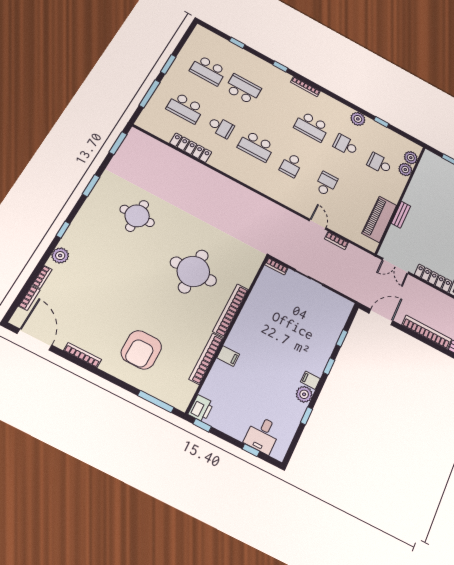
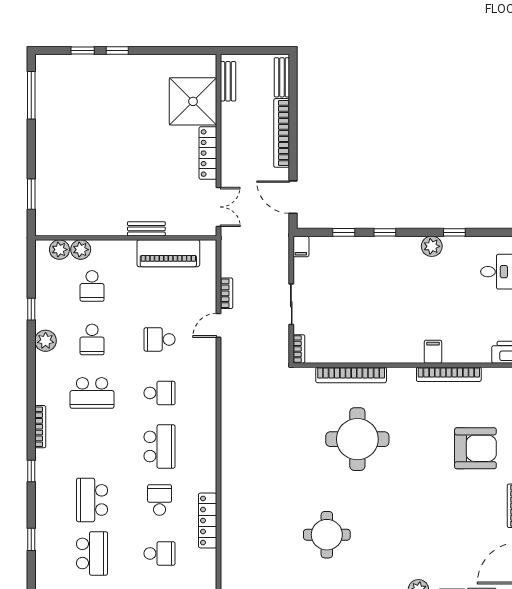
school desk: (185, 108) -> (160, 553), width x0.54
school desk: (312, 127) -> (92, 393), turned 90
bookcase: (231, 310) -> (351, 375), moved
filing cabinet: (310, 380) -> (301, 246), moved

